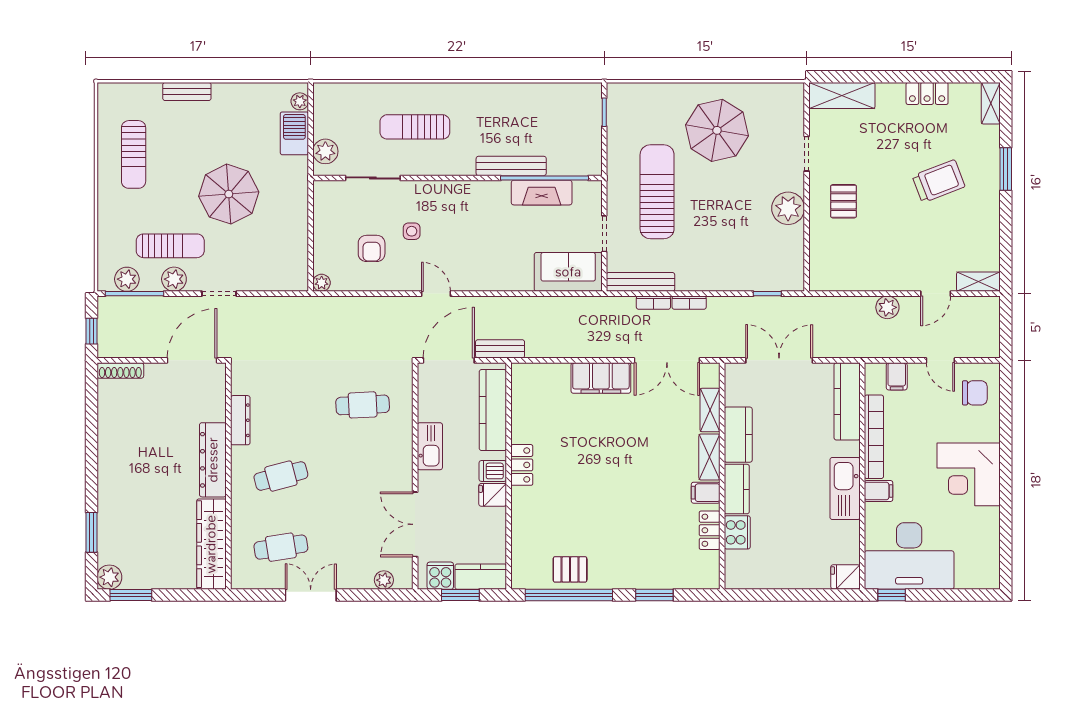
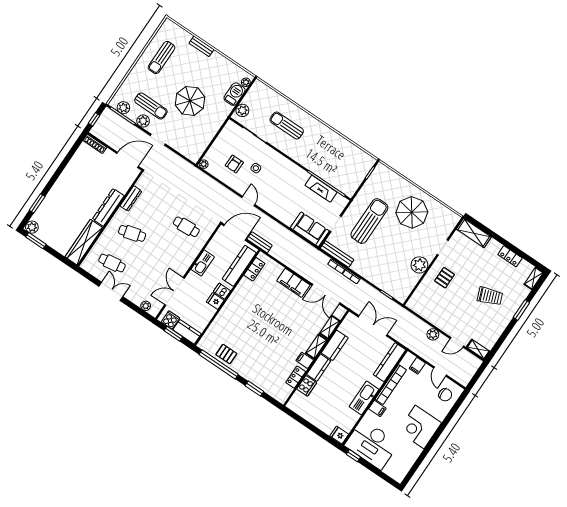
bench: (511, 166) -> (316, 169), removed
locker: (522, 465) -> (254, 269), moved

